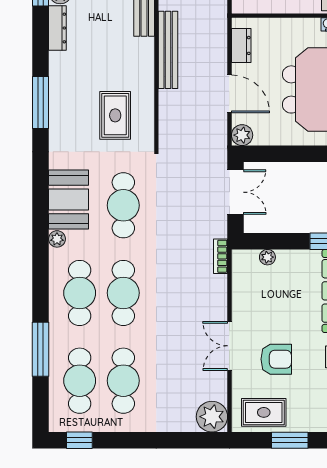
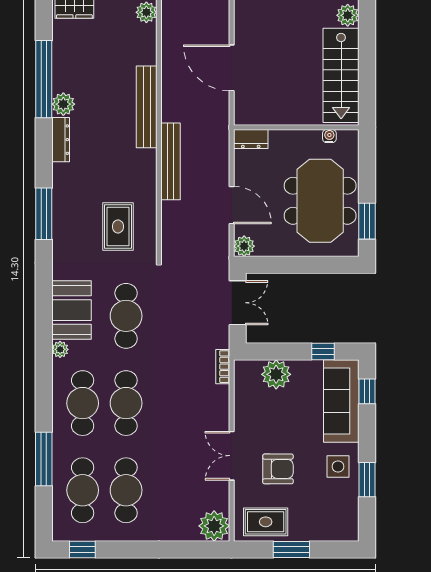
dresser: (241, 45) -> (251, 139), moved, turned 90
plant: (267, 257) -> (276, 374), width x1.88, depth x1.88

